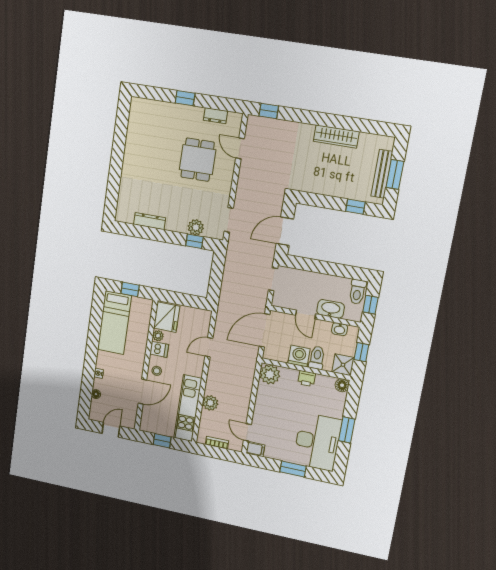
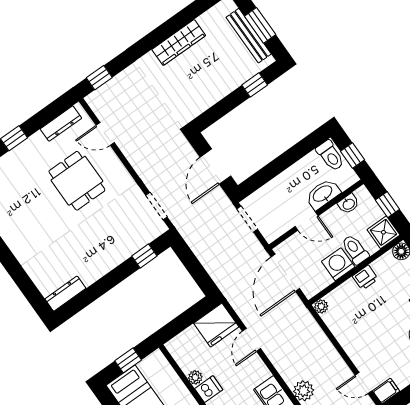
dresser: (215, 116) -> (61, 124), width x1.44
dresser: (150, 221) -> (65, 294), moved
plant: (196, 227) -> (133, 242), removed
fridge: (167, 317) -> (216, 325), moved, turned 90
plant: (270, 374) -> (321, 306), width x0.53, depth x0.53

